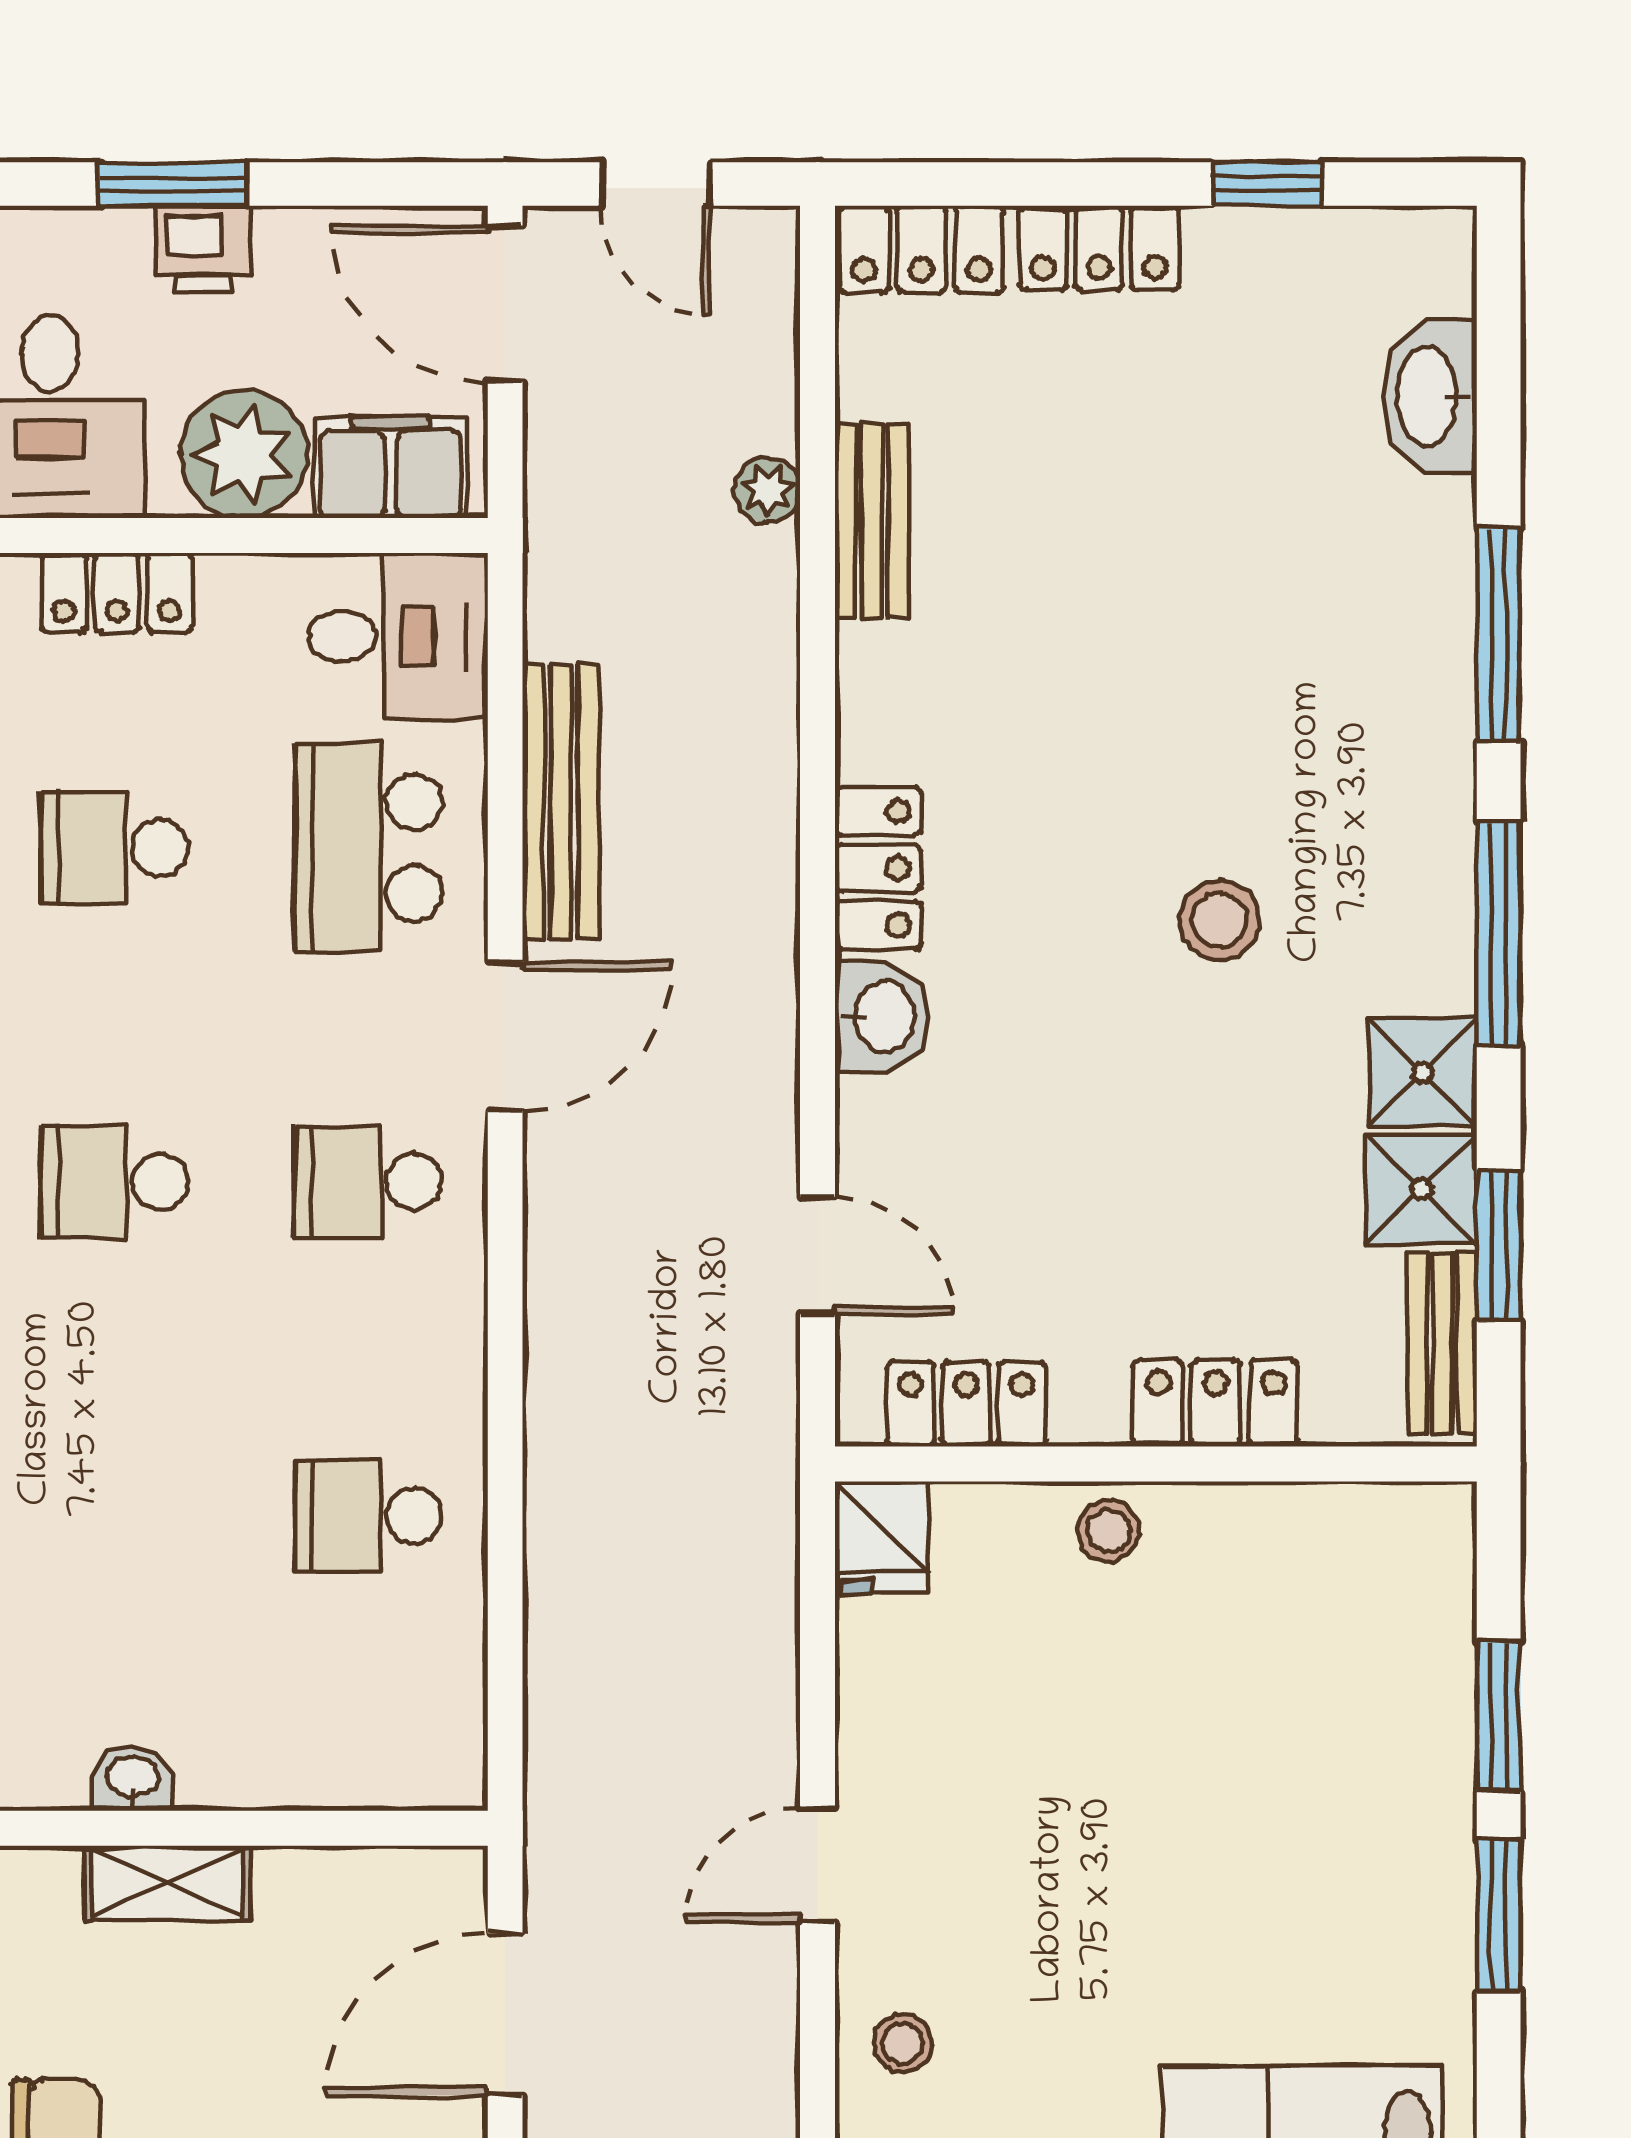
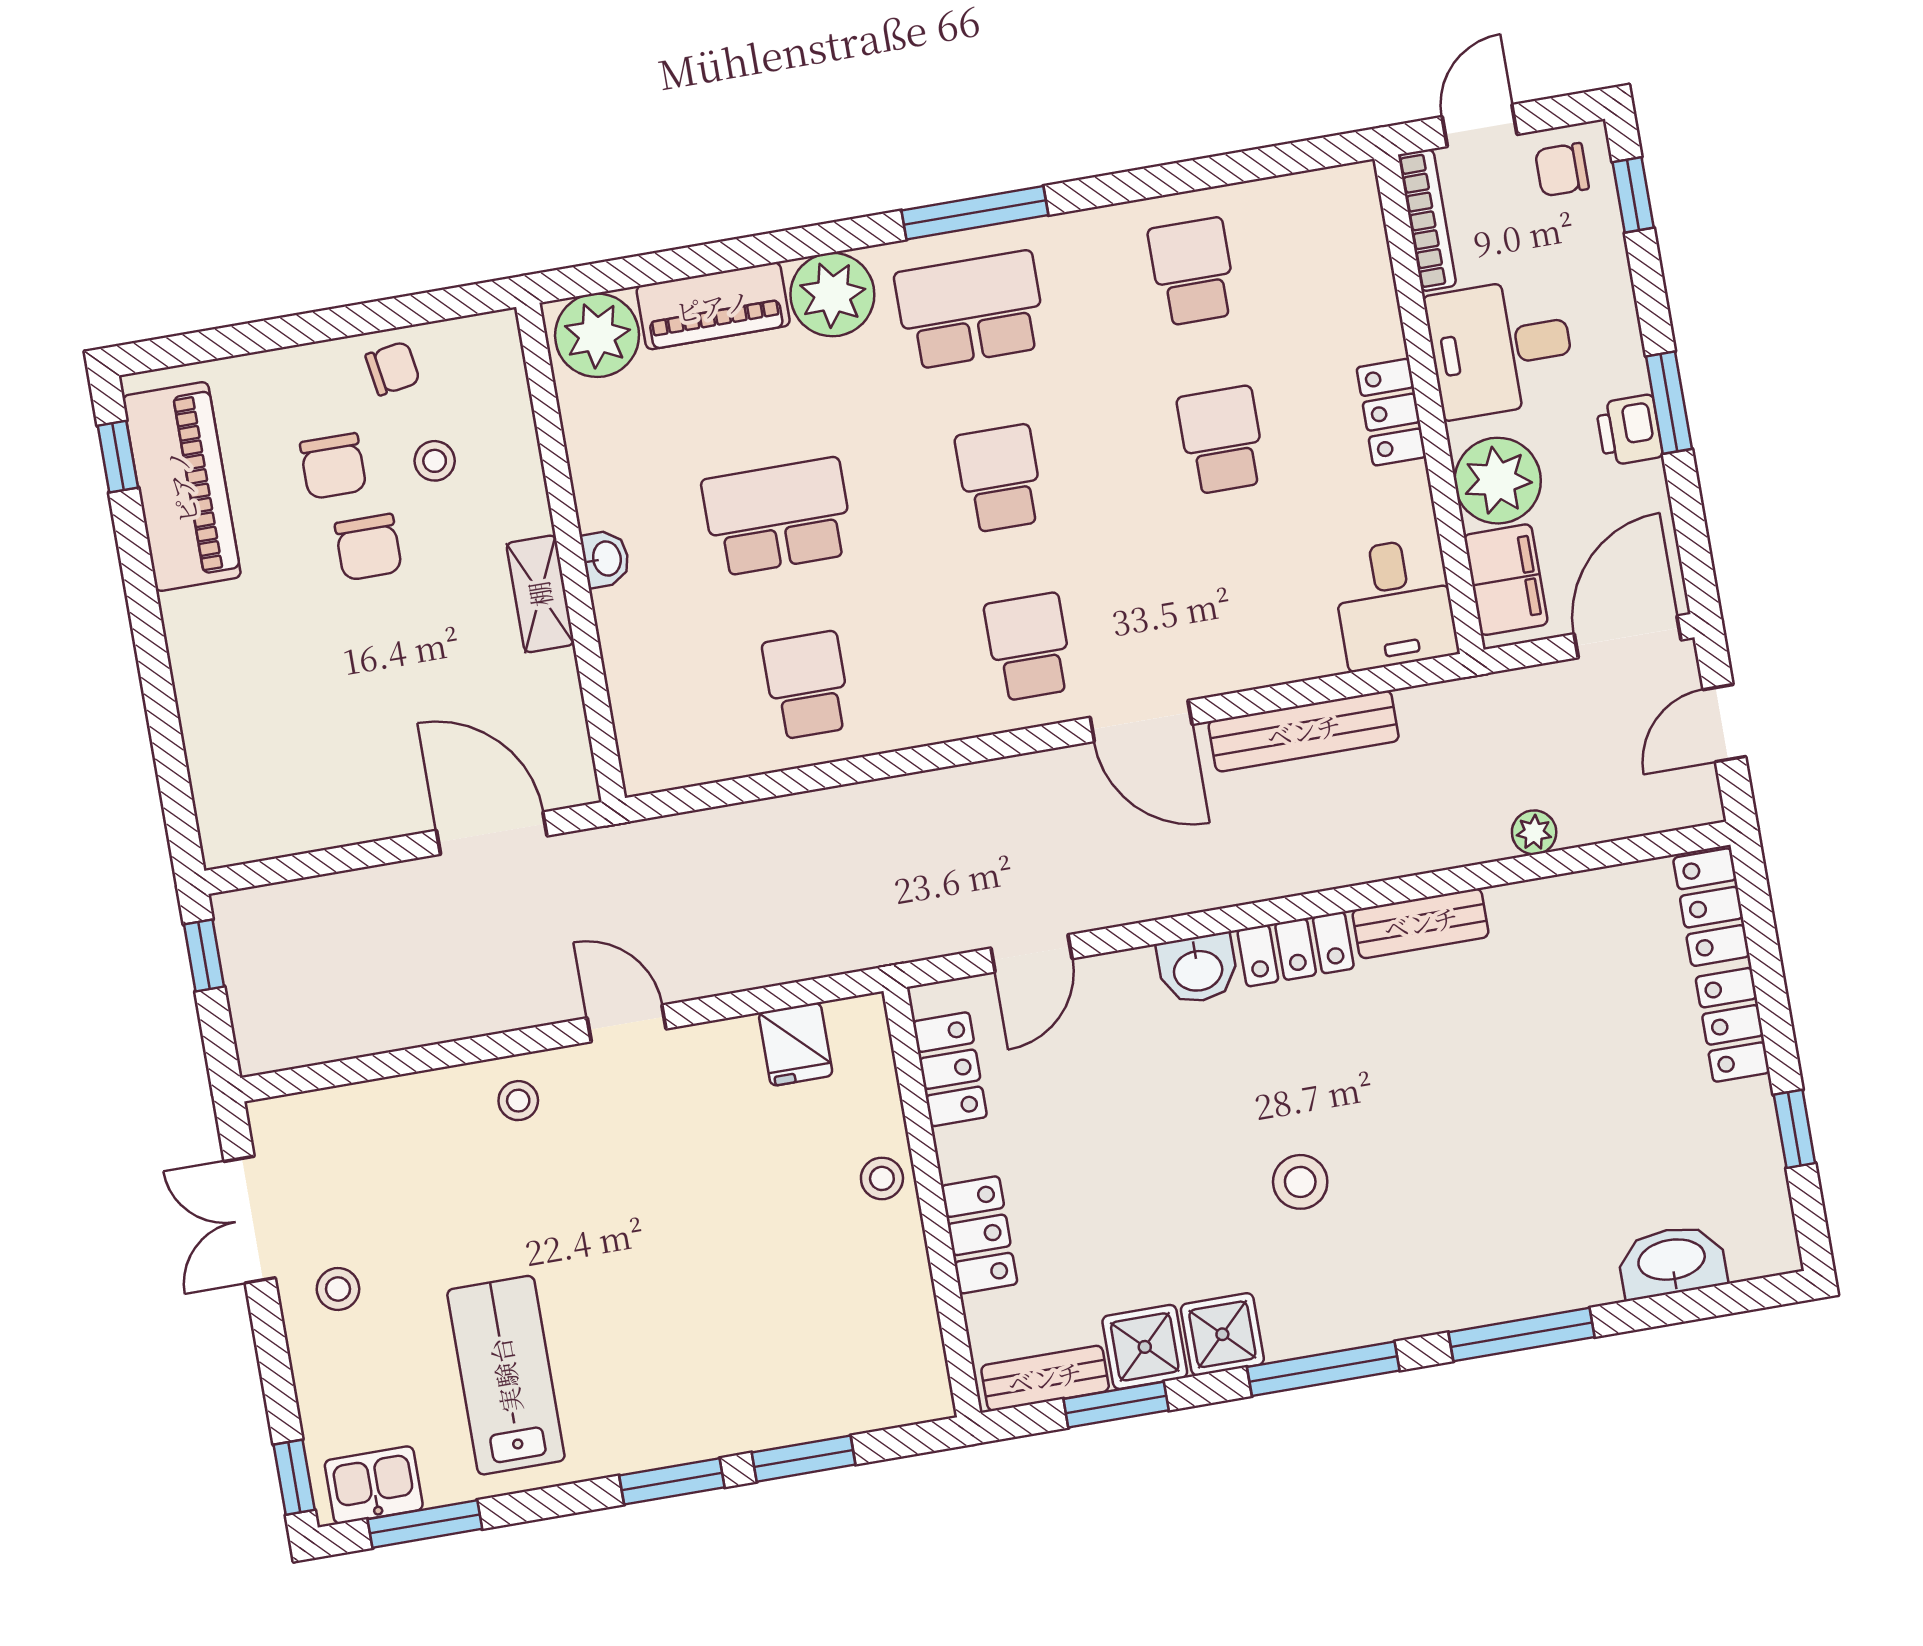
bench: (872, 521) -> (1421, 923), moved
school desk: (368, 848) -> (778, 517), moved
fridge: (882, 1537) -> (796, 1044), moved, turned -90

